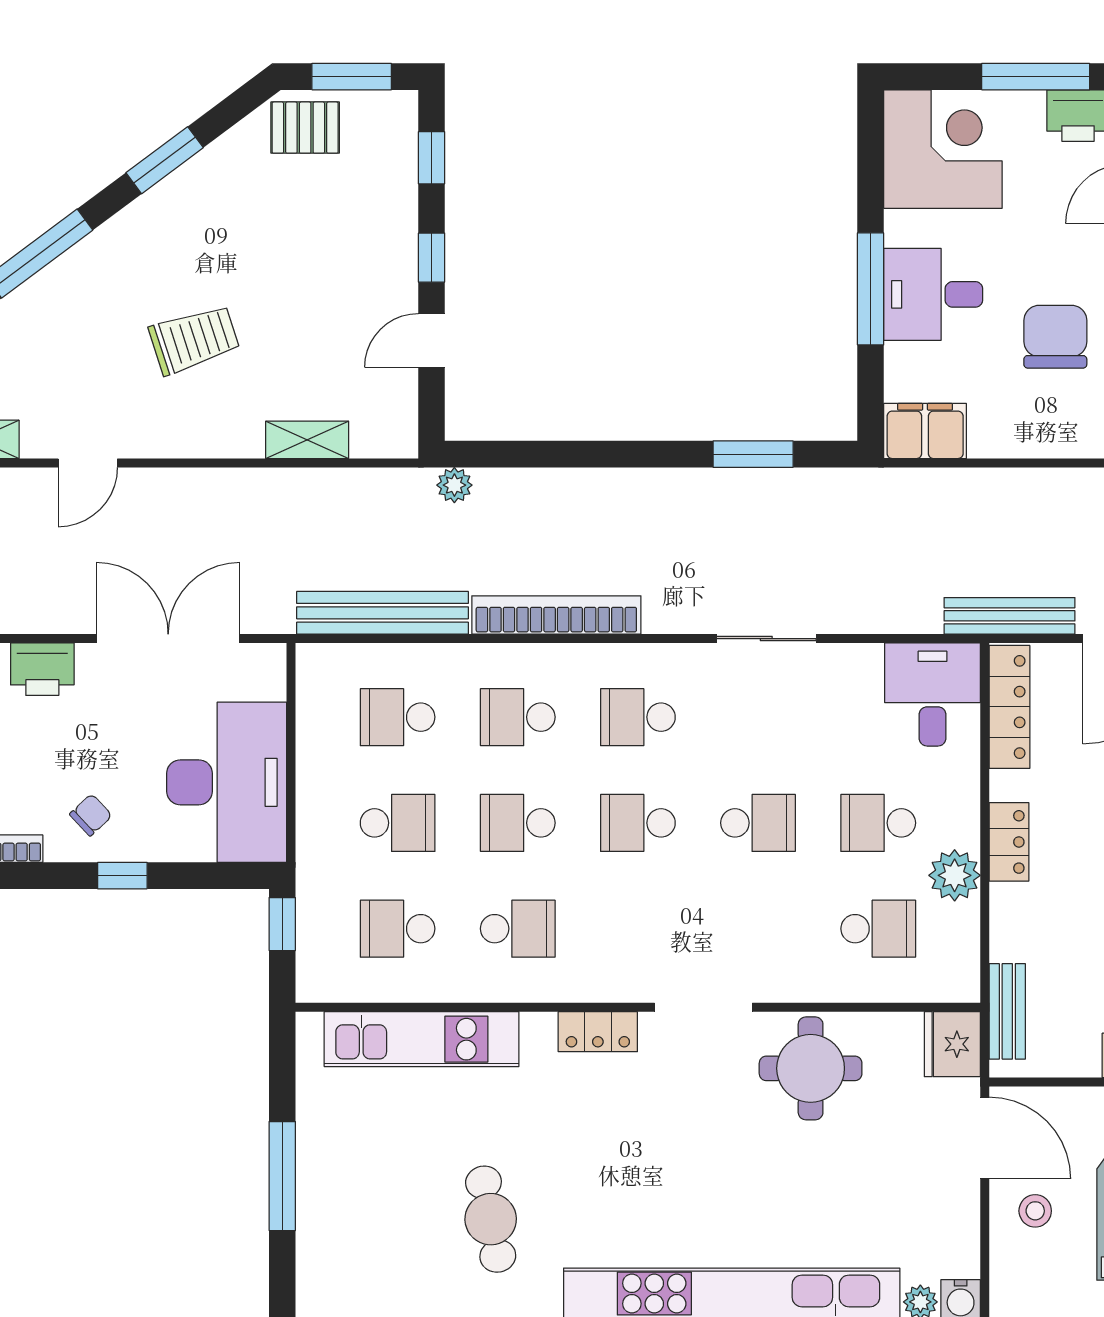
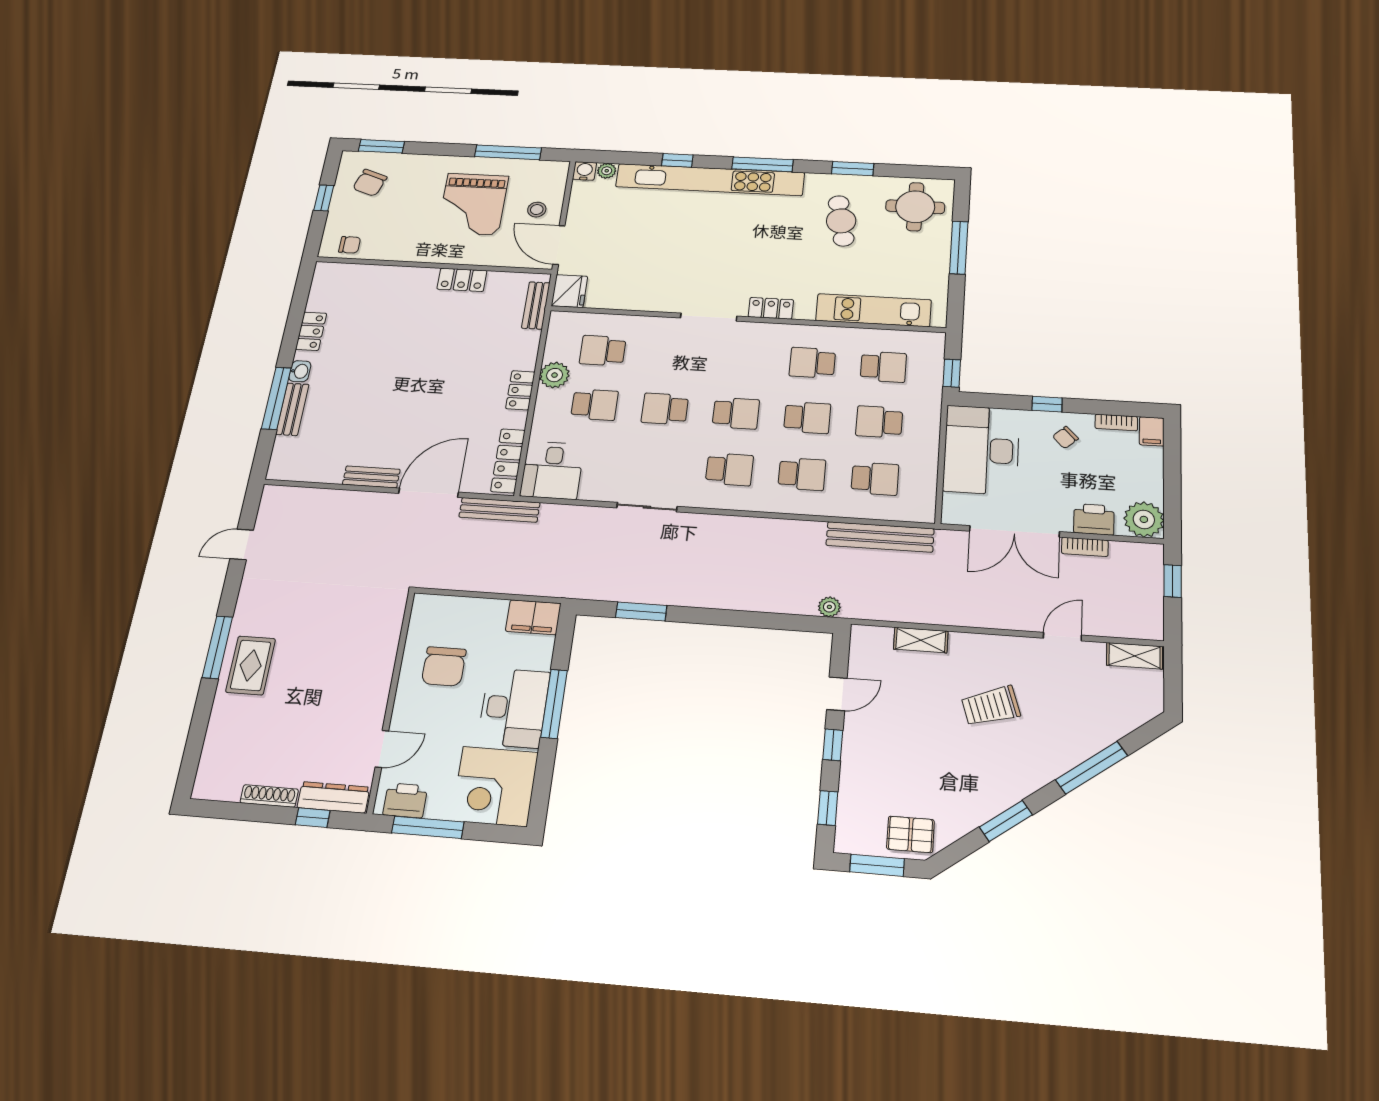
desk: (933, 294) -> (514, 708), width x1.37
bookcase: (556, 615) -> (1085, 547), moved, width x0.43, depth x0.76
round table: (811, 1068) -> (915, 207), moved

